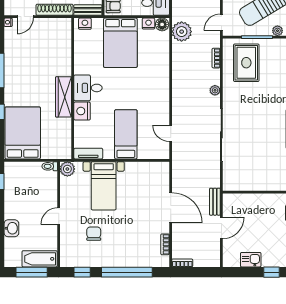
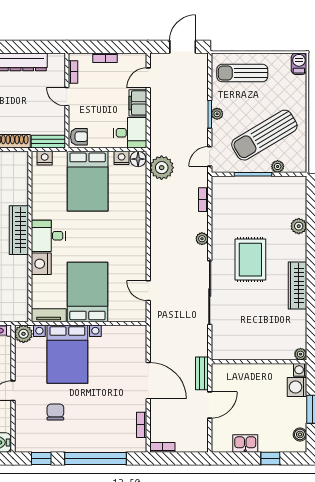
rug: (246, 63) -> (250, 260), moved
wardrobe: (64, 97) -> (19, 230), moved
bed: (126, 134) -> (87, 292), width x1.50
bed with nightstands: (104, 186) -> (67, 354), width x1.36

